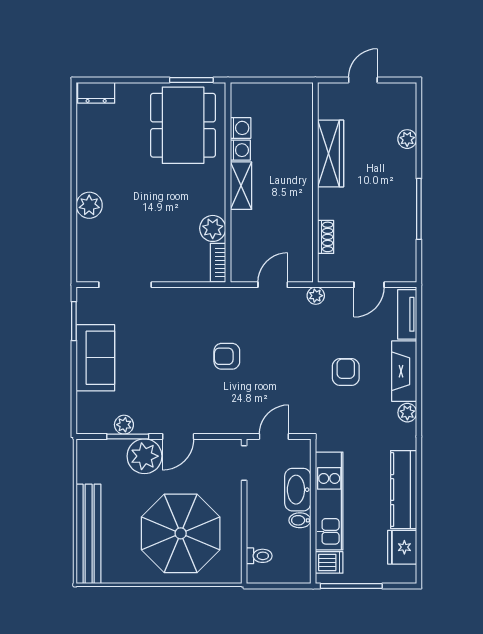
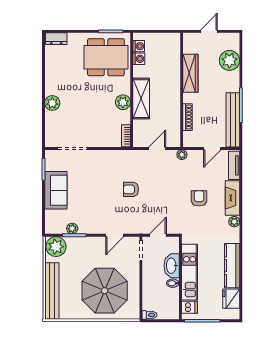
dining table: (183, 125) -> (106, 57), turned 90
plant: (407, 139) -> (229, 60), width x1.87, depth x1.87
washing machine: (240, 150) -> (139, 46), moved
shelving: (241, 186) -> (141, 99), width x1.50, depth x1.33
plant: (213, 228) -> (123, 102), moved
bench: (405, 235) -> (233, 120), added
shoe rack: (326, 237) -> (188, 117), width x1.43
door: (178, 436) -> (115, 235), moved
plant: (144, 456) -> (56, 247), moved
toilet: (259, 556) -> (150, 315), moved

